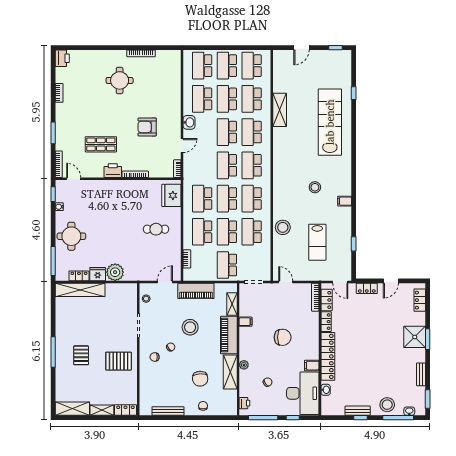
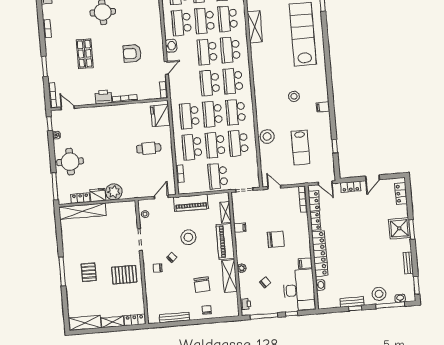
shop shelf: (101, 144) -> (85, 54), moved, turned 90

